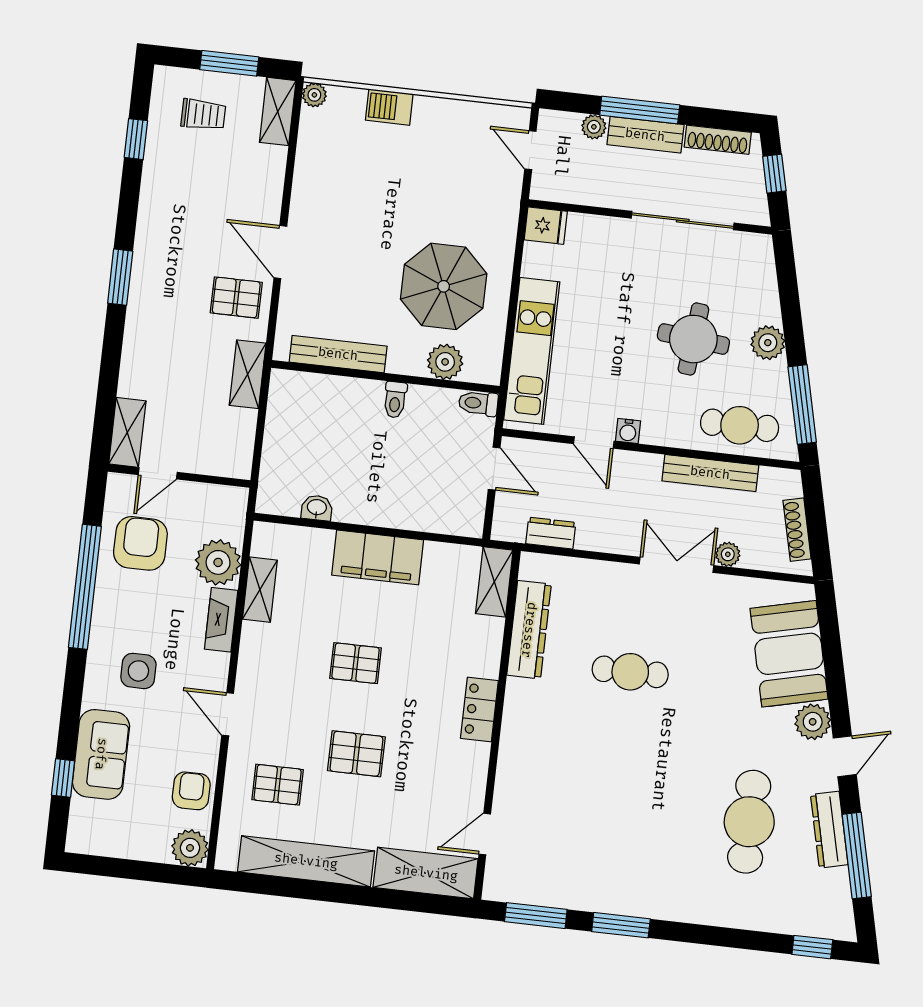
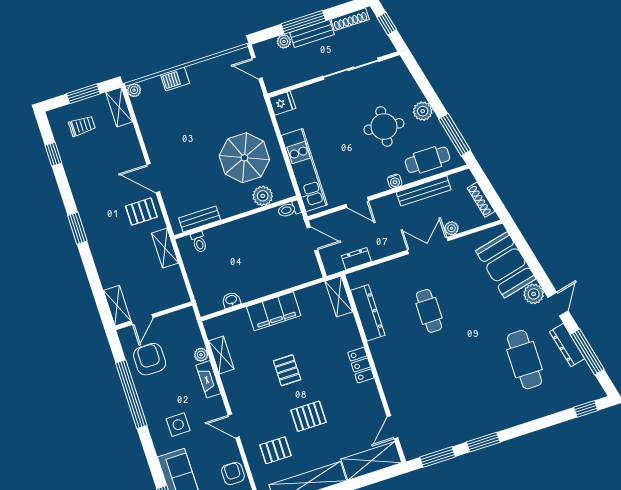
bench: (338, 354) -> (200, 219), width x0.73
toilet: (395, 400) -> (199, 242), moved
water cooler: (628, 431) -> (395, 181), moved
plant: (218, 562) -> (201, 355), width x0.53, depth x0.53
pallet: (356, 663) -> (287, 370), turned 90
cafe table: (630, 672) -> (429, 311), turned 90

